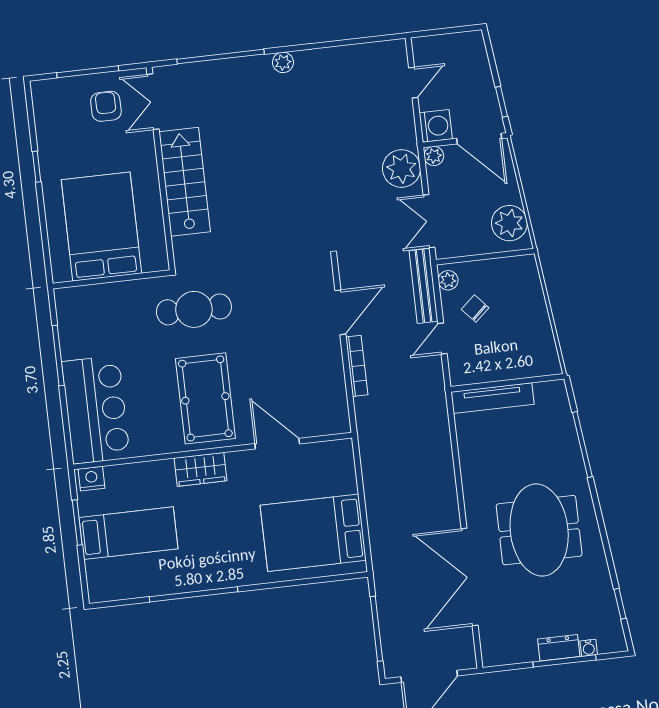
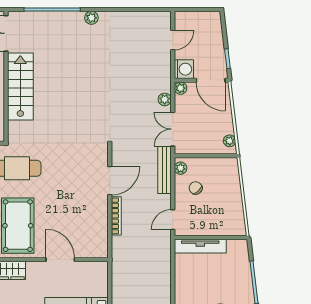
plant: (401, 168) -> (165, 99), width x0.53, depth x0.53
plant: (509, 223) -> (230, 141), width x0.53, depth x0.53
door: (442, 339) -> (173, 220), moved

